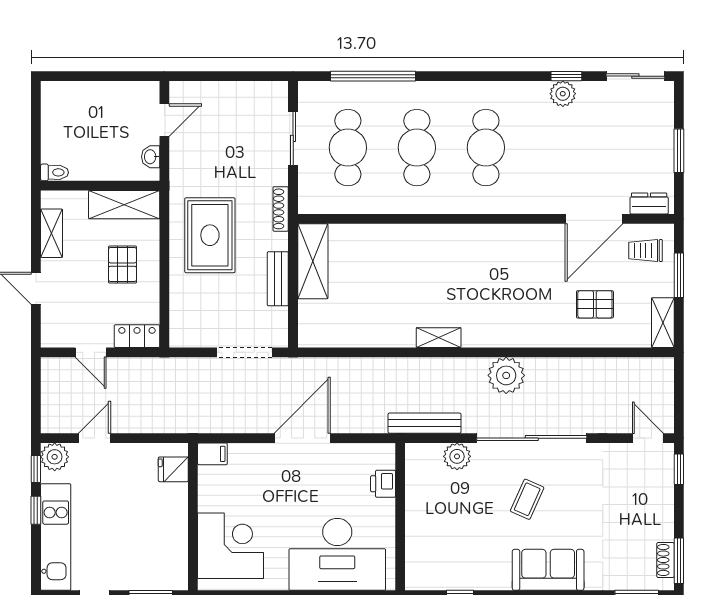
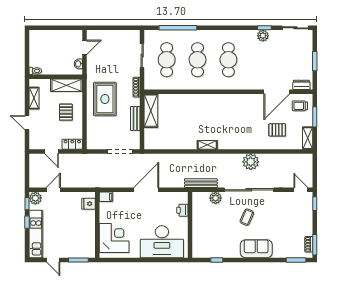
plant: (506, 375) -> (251, 162), moved

